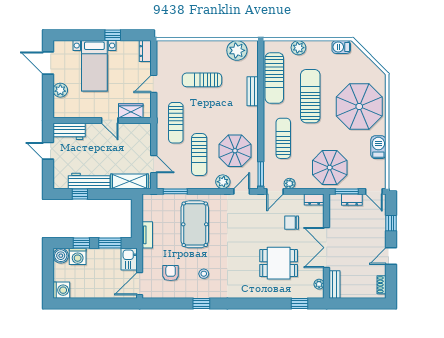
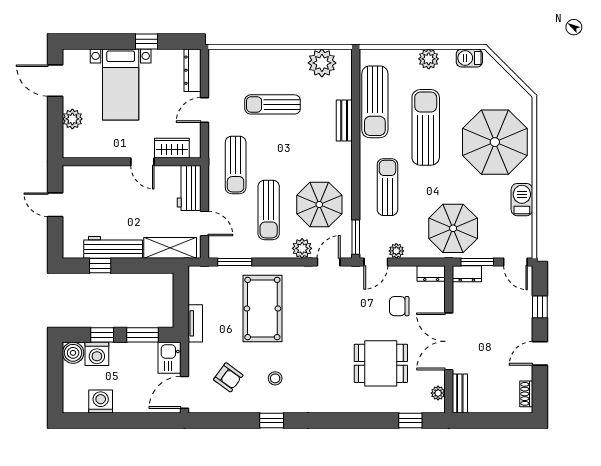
plant: (298, 48) -> (429, 59), moved
dresser: (145, 51) -> (192, 70), width x1.44
workbench: (69, 131) -> (189, 188), moved, turned 90
dresser: (352, 200) -> (467, 274), moved
armchair: (171, 273) -> (228, 377), turned 126
washing machine: (61, 290) -> (101, 402), moved, turned -90

